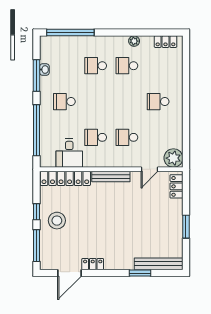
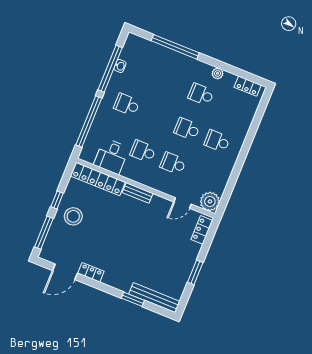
window: (70, 33) -> (175, 47), moved
school desk: (96, 66) -> (187, 129), moved
window: (37, 76) -> (110, 69), width x1.46
bench: (111, 176) -> (138, 193), width x0.73

